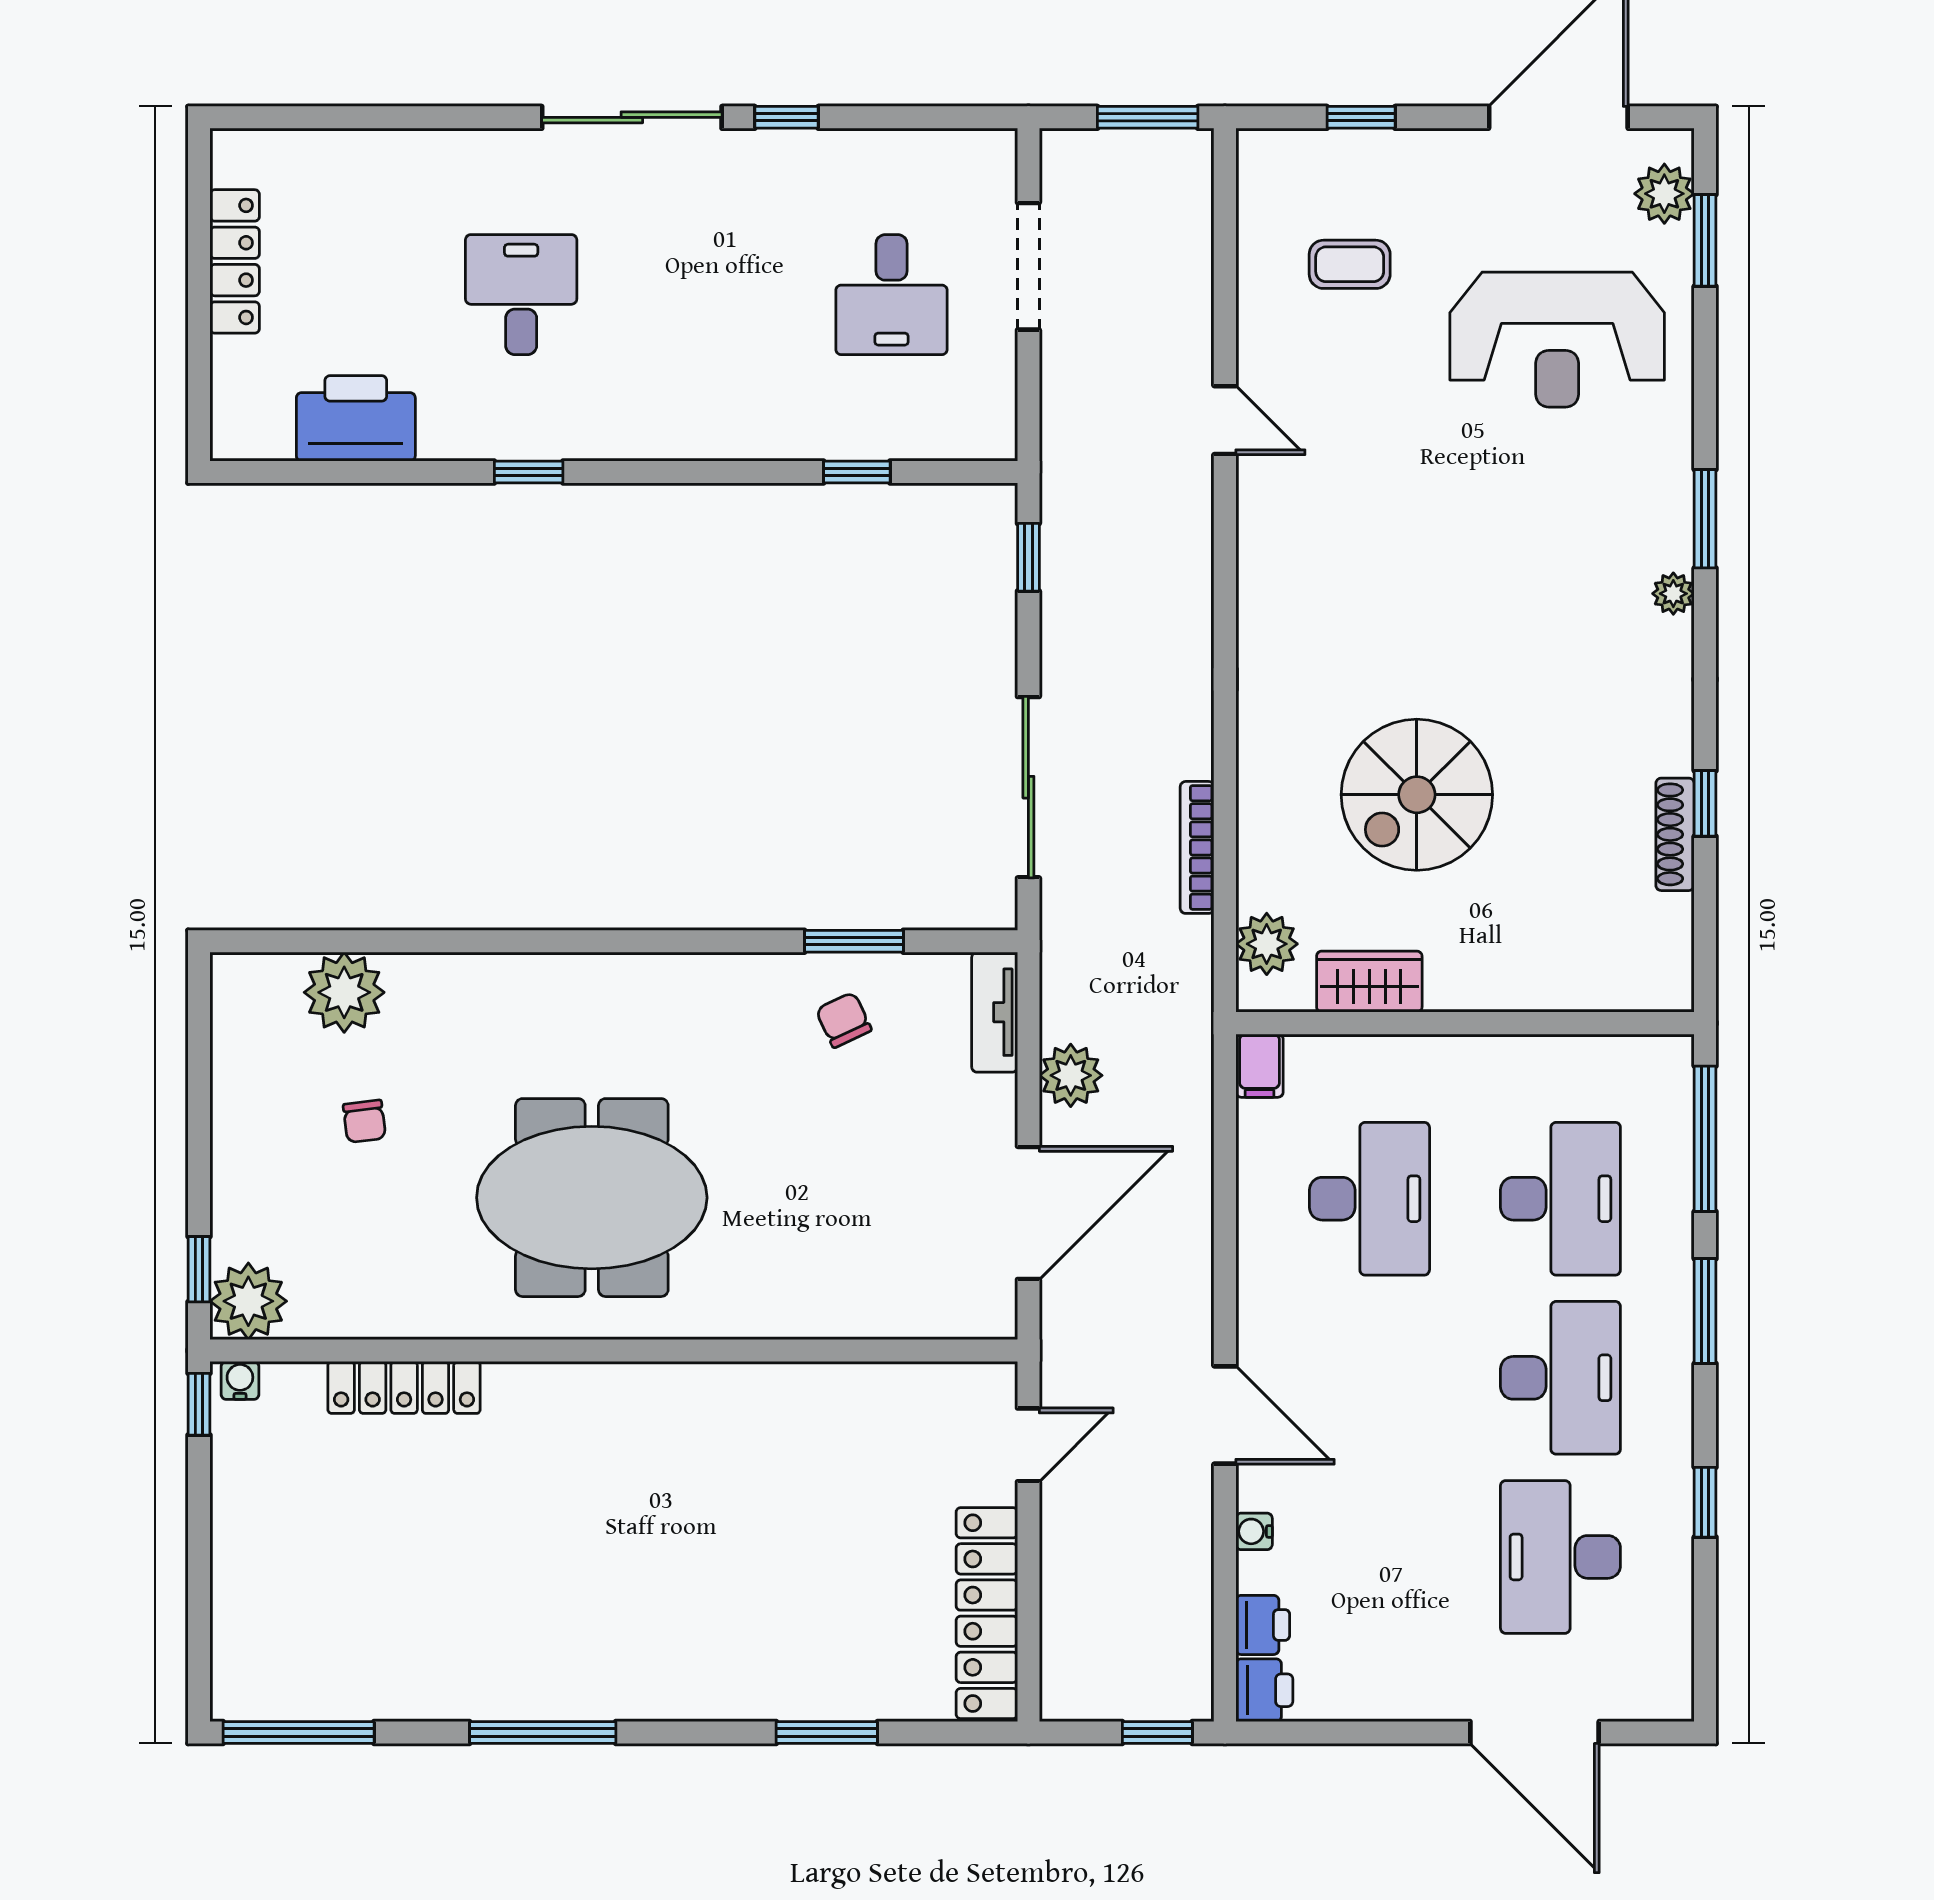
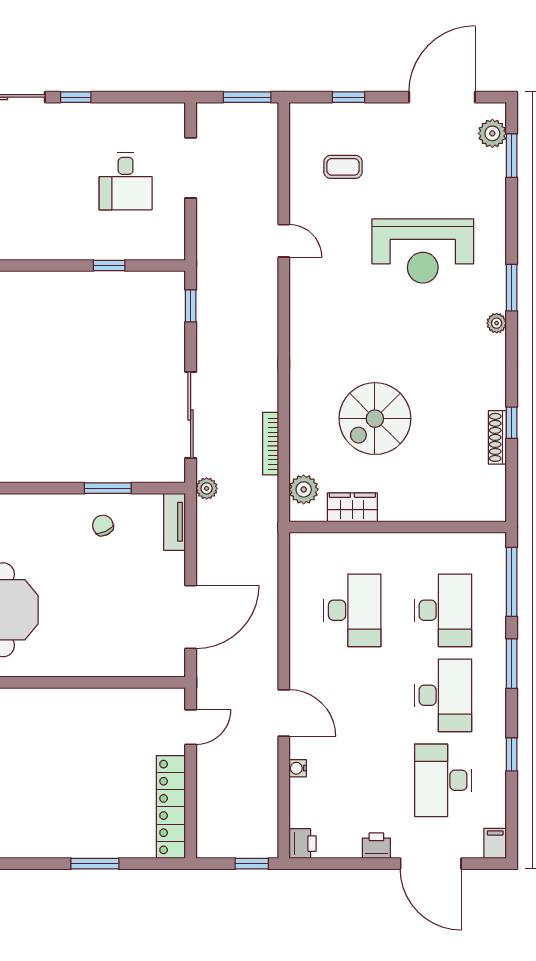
reception desk: (1557, 340) -> (423, 251), moved
filing cabinet: (1260, 1066) -> (495, 843), moved, turned 180
plant: (1071, 1075) -> (207, 488), moved, width x0.73, depth x0.73
printer: (1263, 1625) -> (376, 846), moved, turned -90

